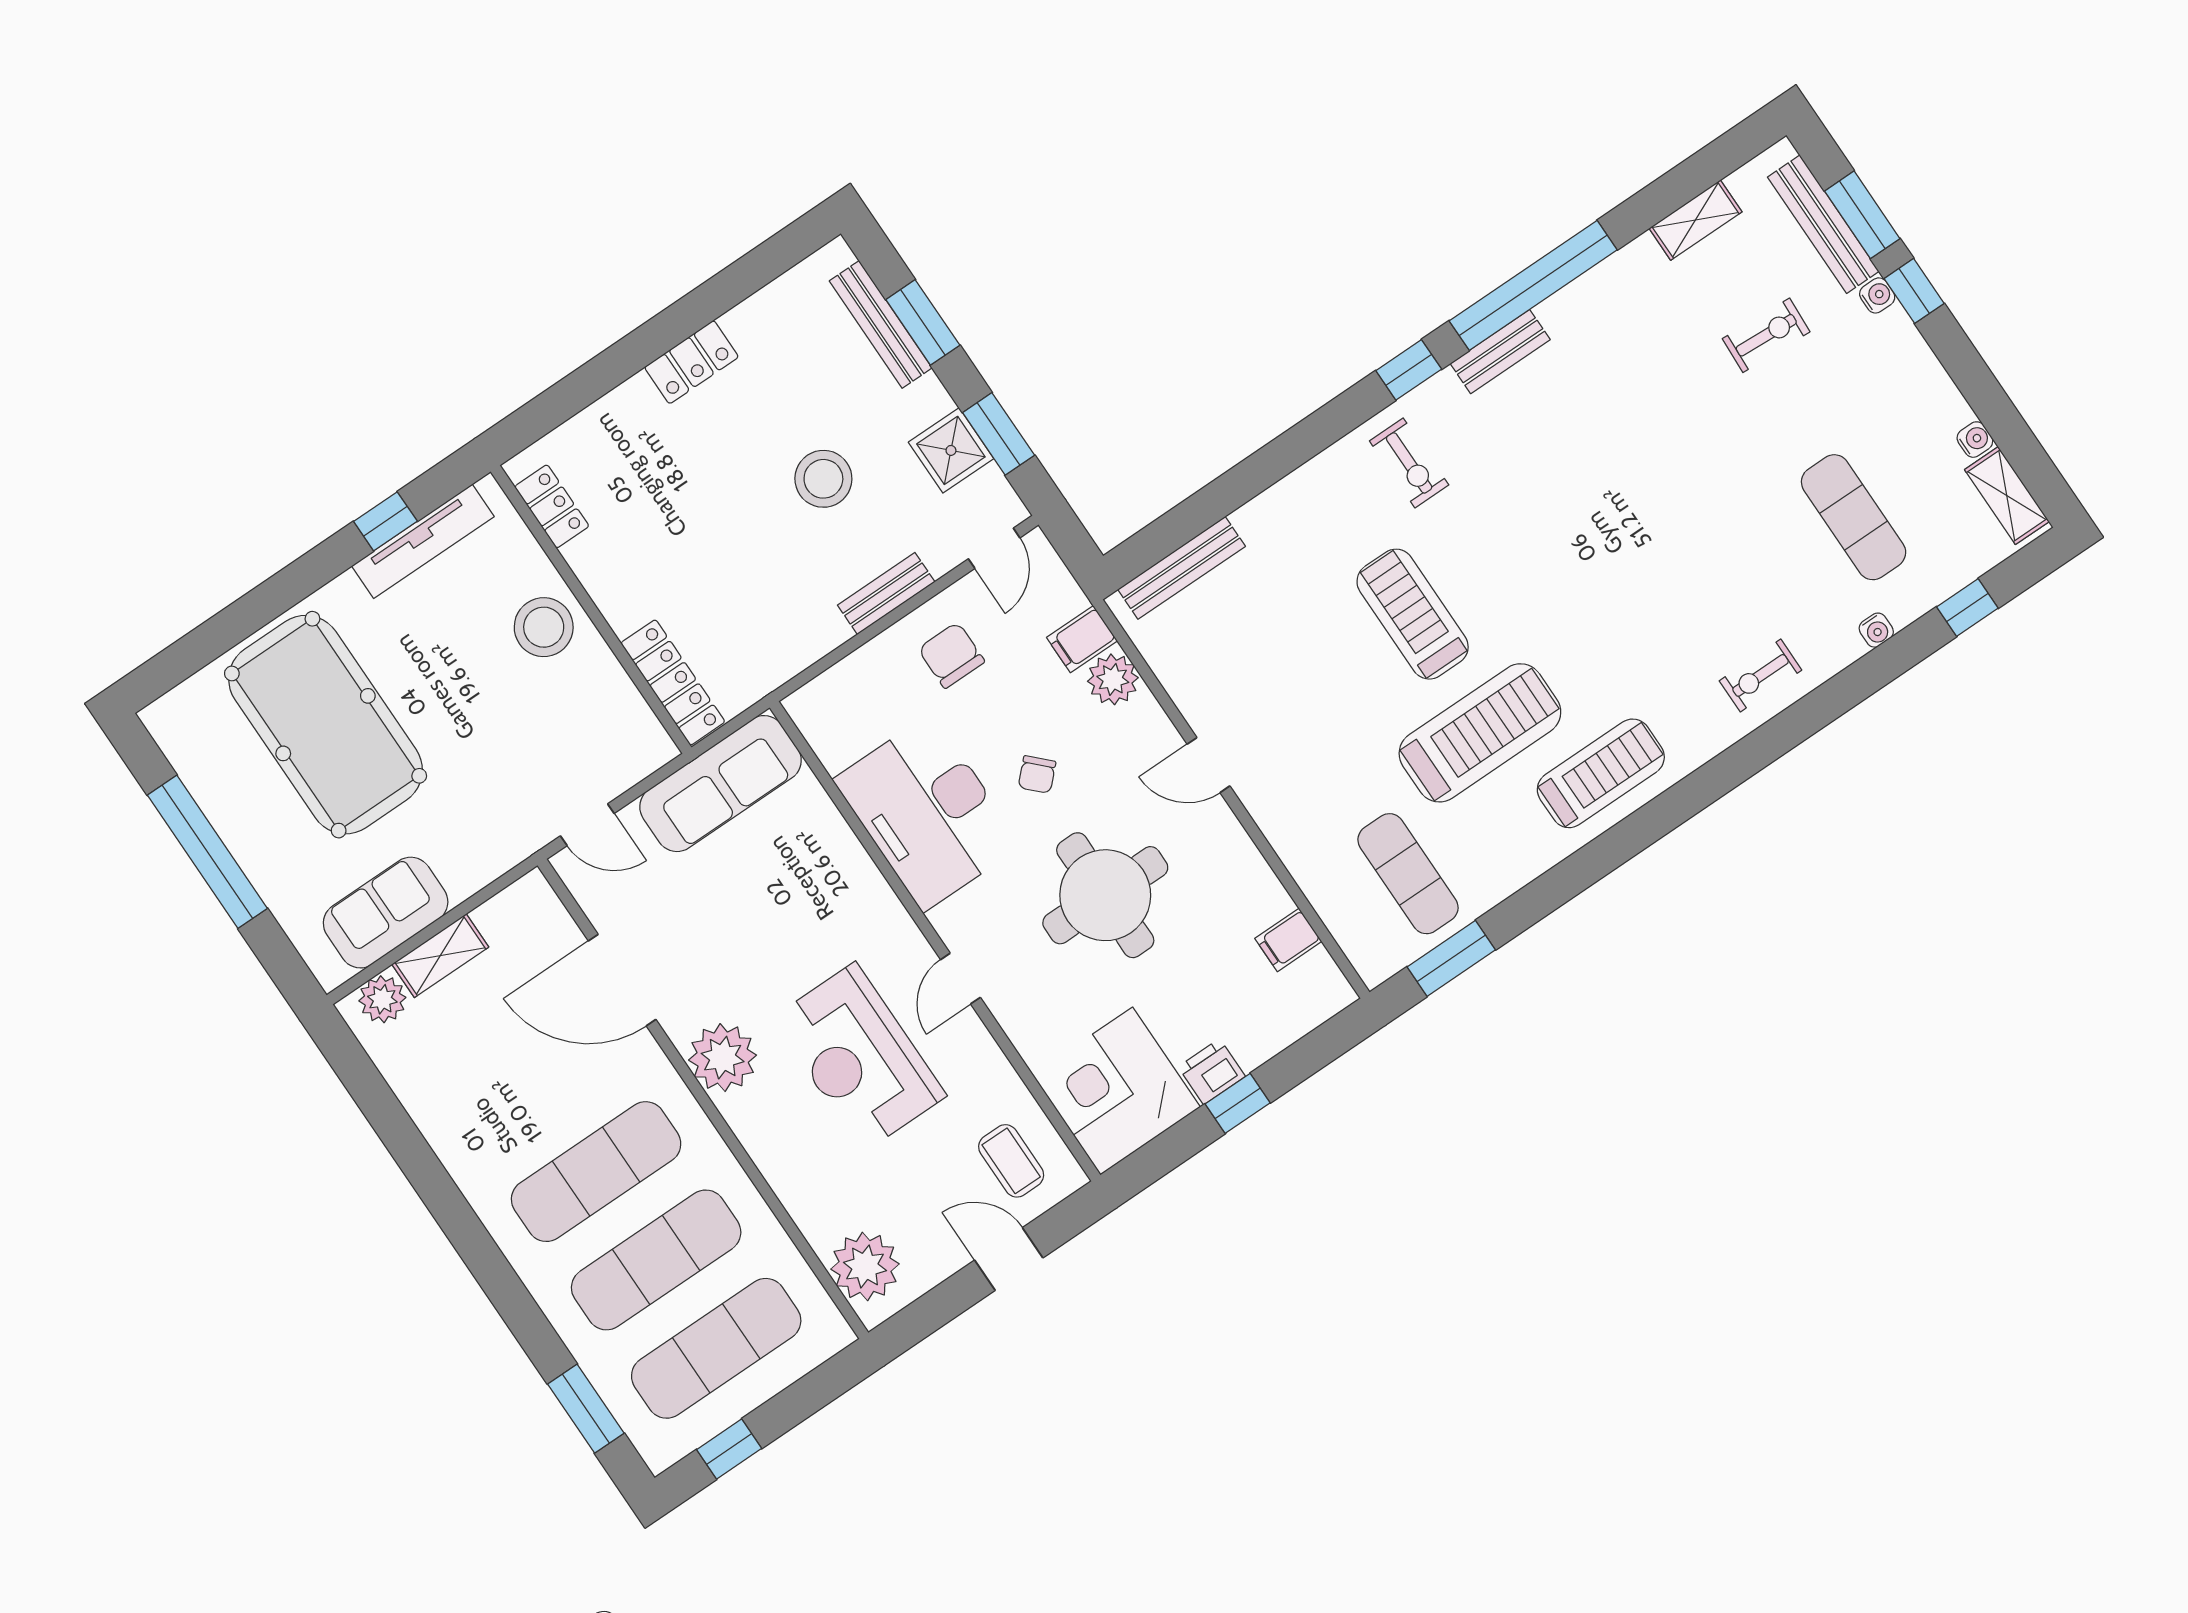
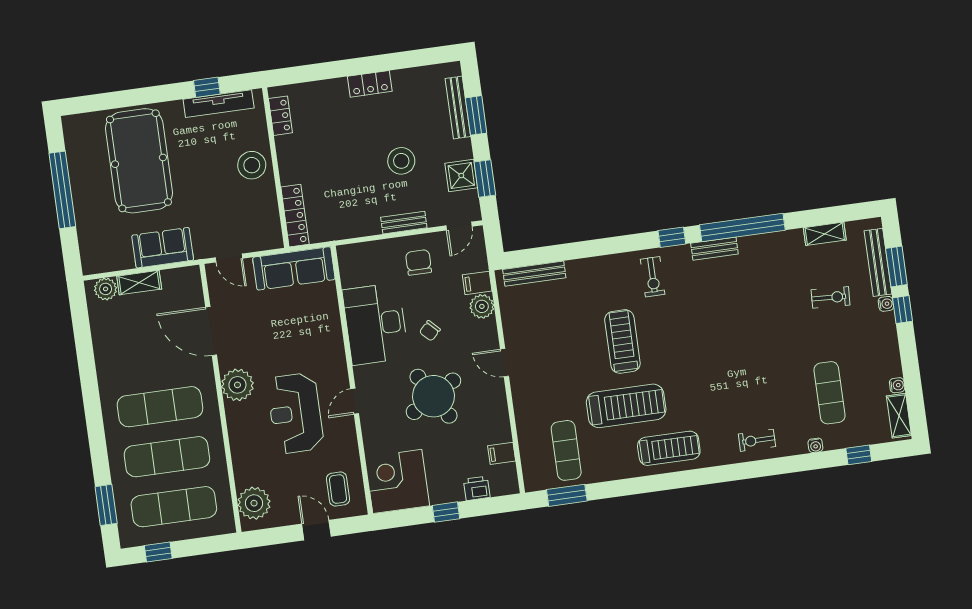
round table: (1105, 895) -> (433, 396), turned -31
sofa: (386, 913) -> (163, 248), moved
printer: (1212, 1072) -> (477, 488), moved

